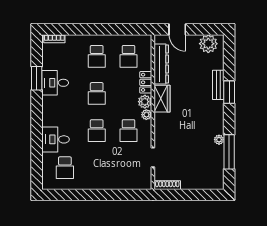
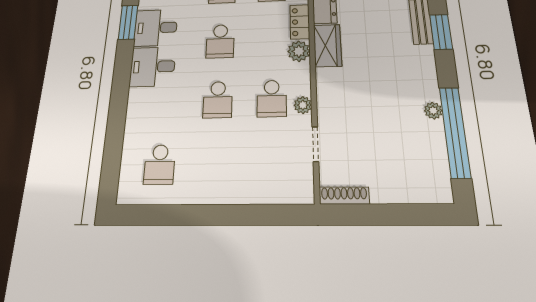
plant: (146, 115) -> (303, 105), moved
desk: (55, 139) -> (153, 67), moved
window: (229, 152) -> (455, 132), width x1.46

